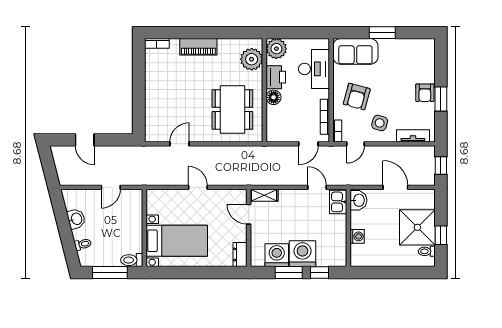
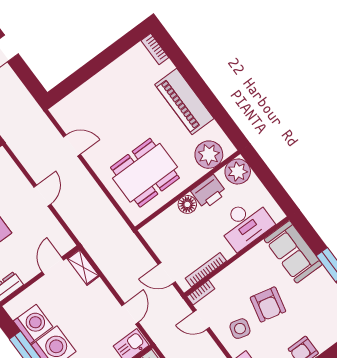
piano: (198, 47) -> (184, 101), width x1.37, depth x1.33
armchair: (357, 97) -> (268, 304), moved, turned -92

